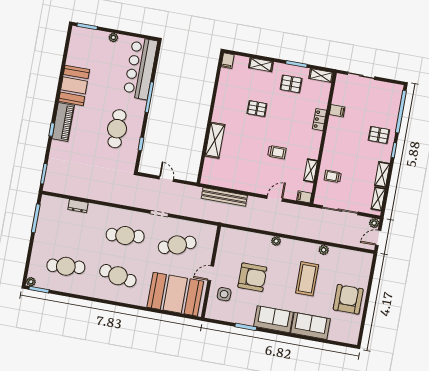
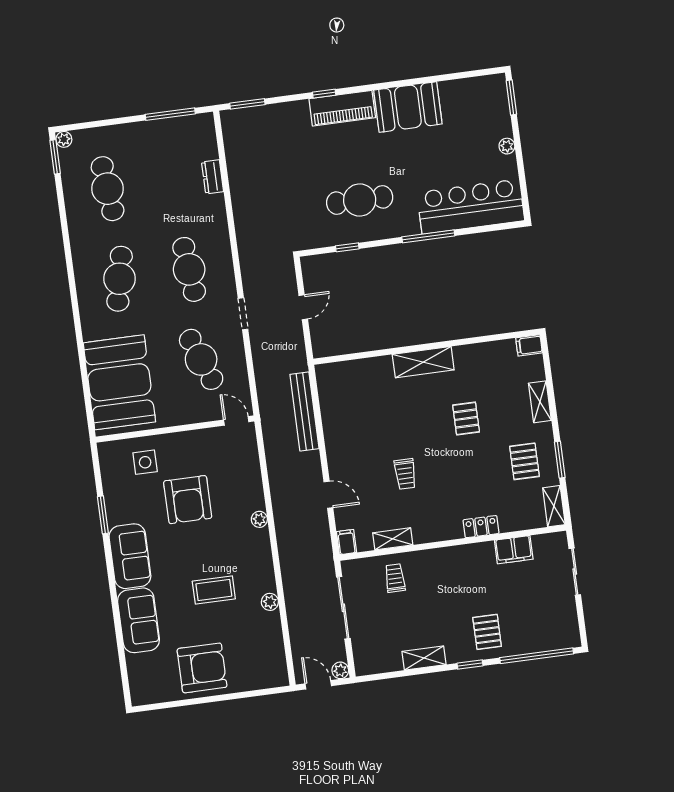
filing cabinet: (337, 111) -> (514, 550), width x2.00
shelving: (215, 140) -> (423, 362), moved
shelving: (378, 199) -> (382, 664), removed
door: (211, 273) -> (236, 421), moved
coffee table: (307, 279) -> (214, 590), width x0.73, depth x0.76

